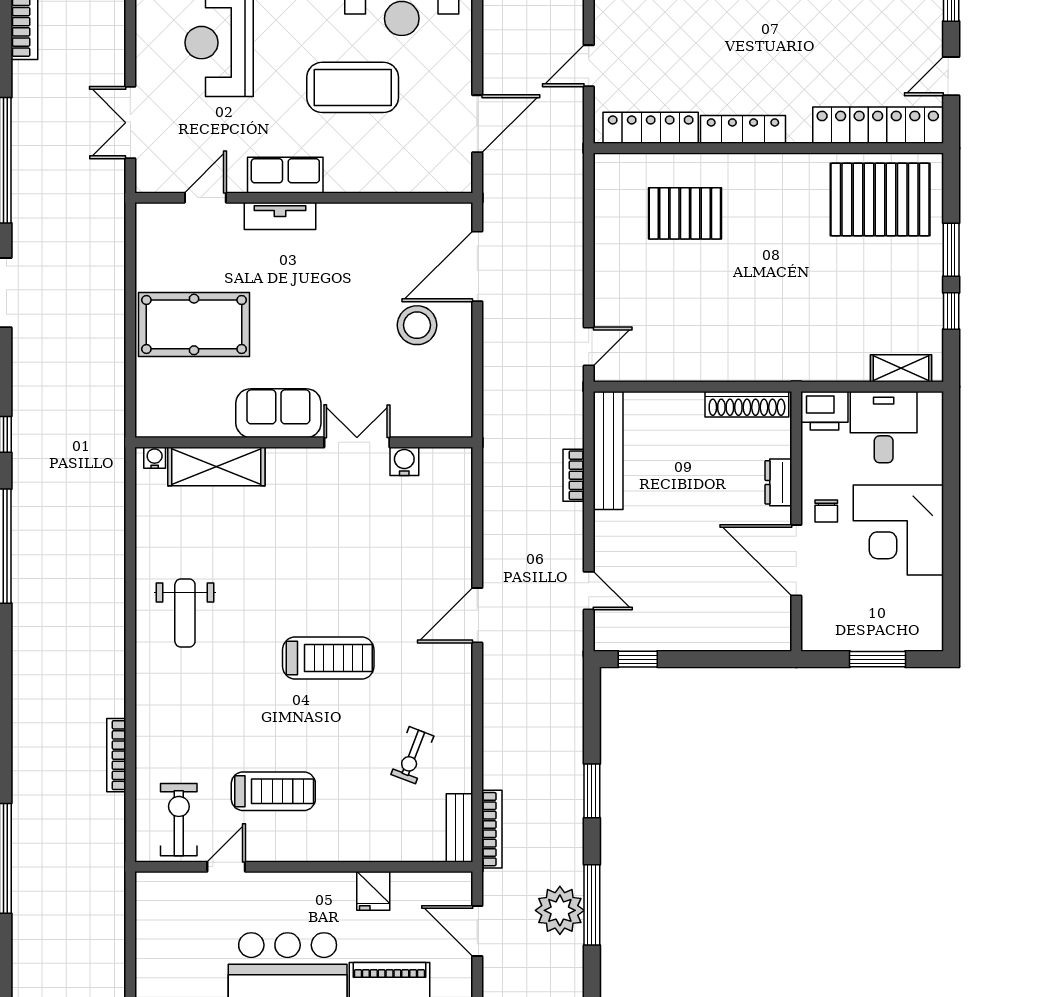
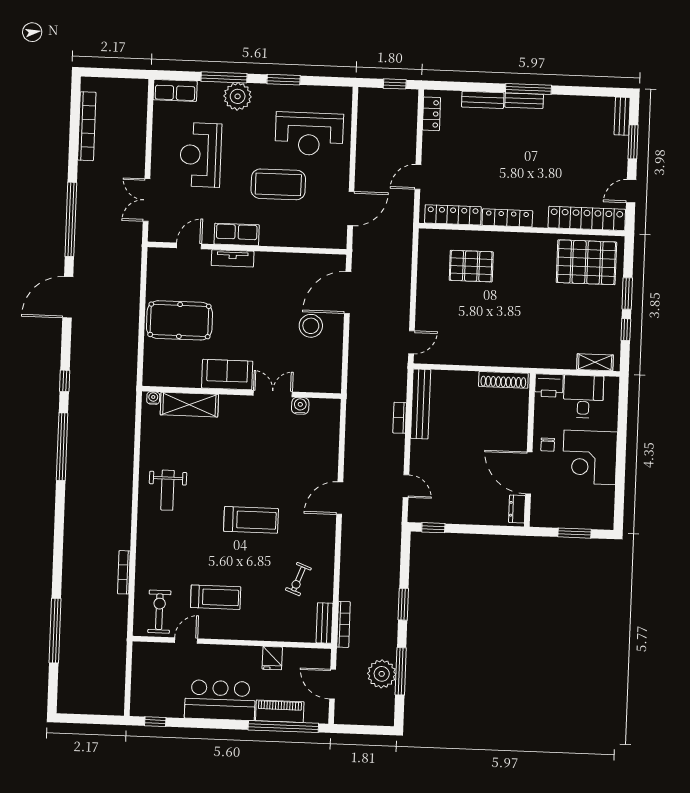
dresser: (778, 482) -> (517, 509), moved

